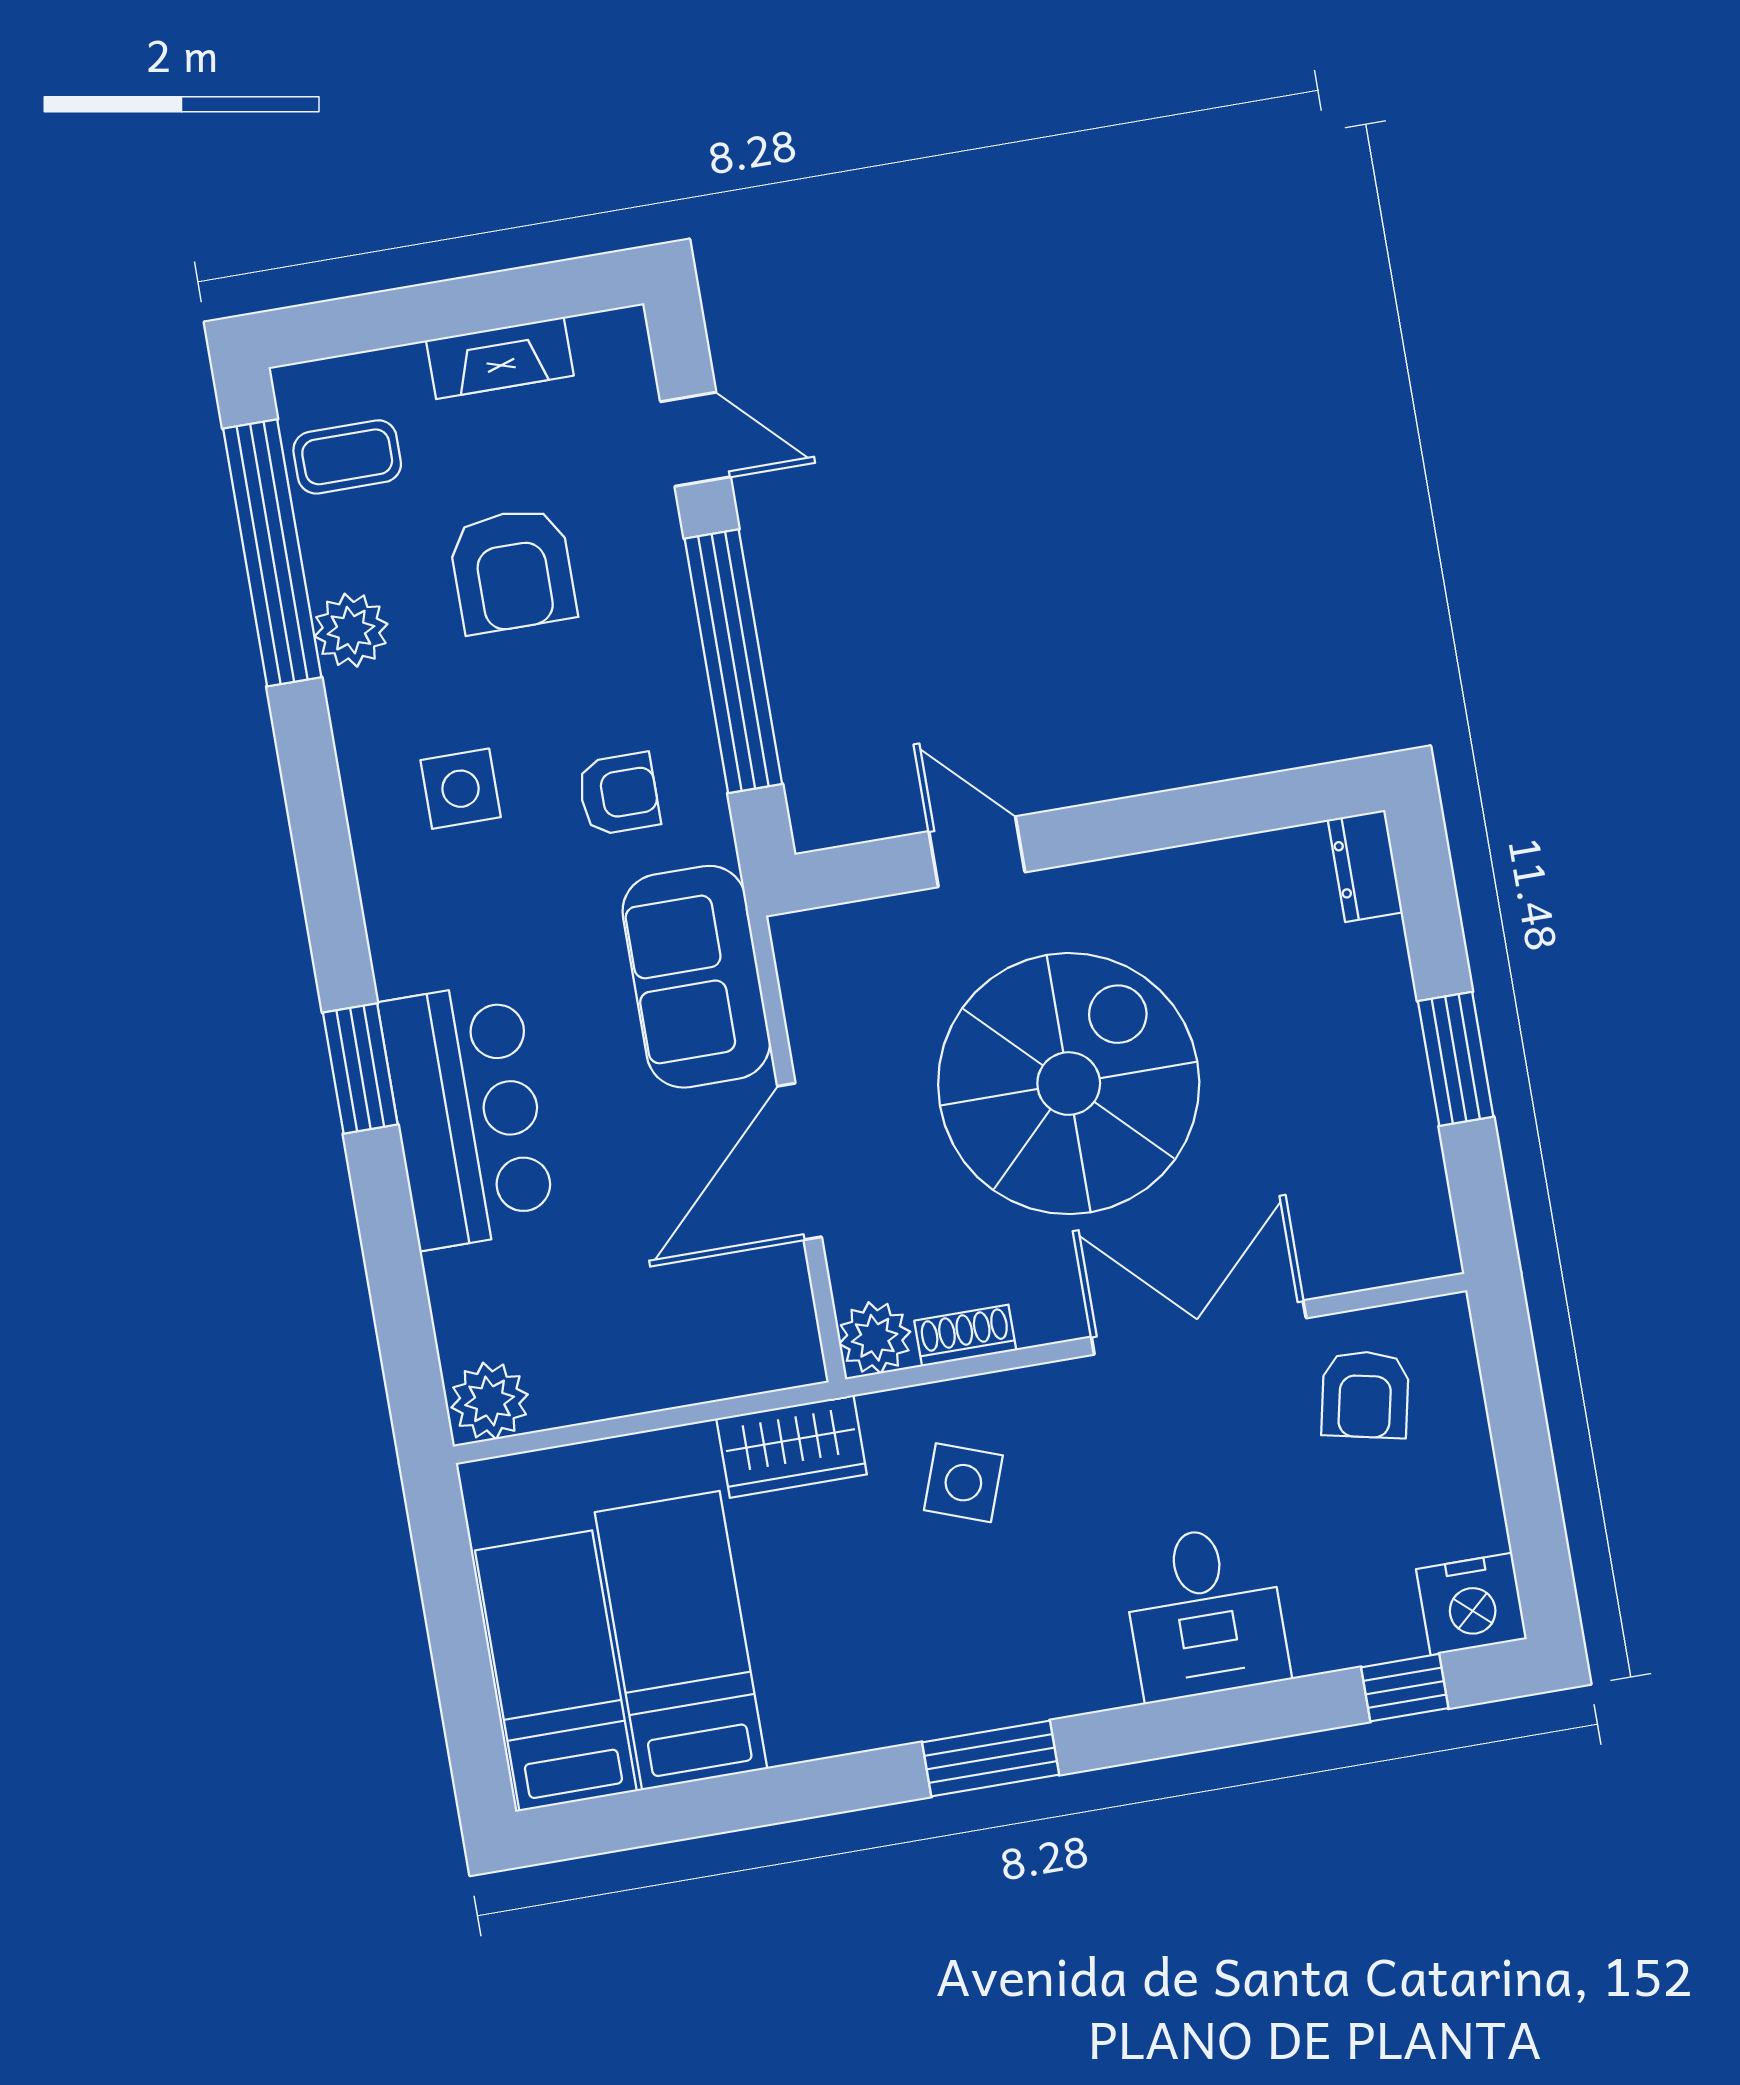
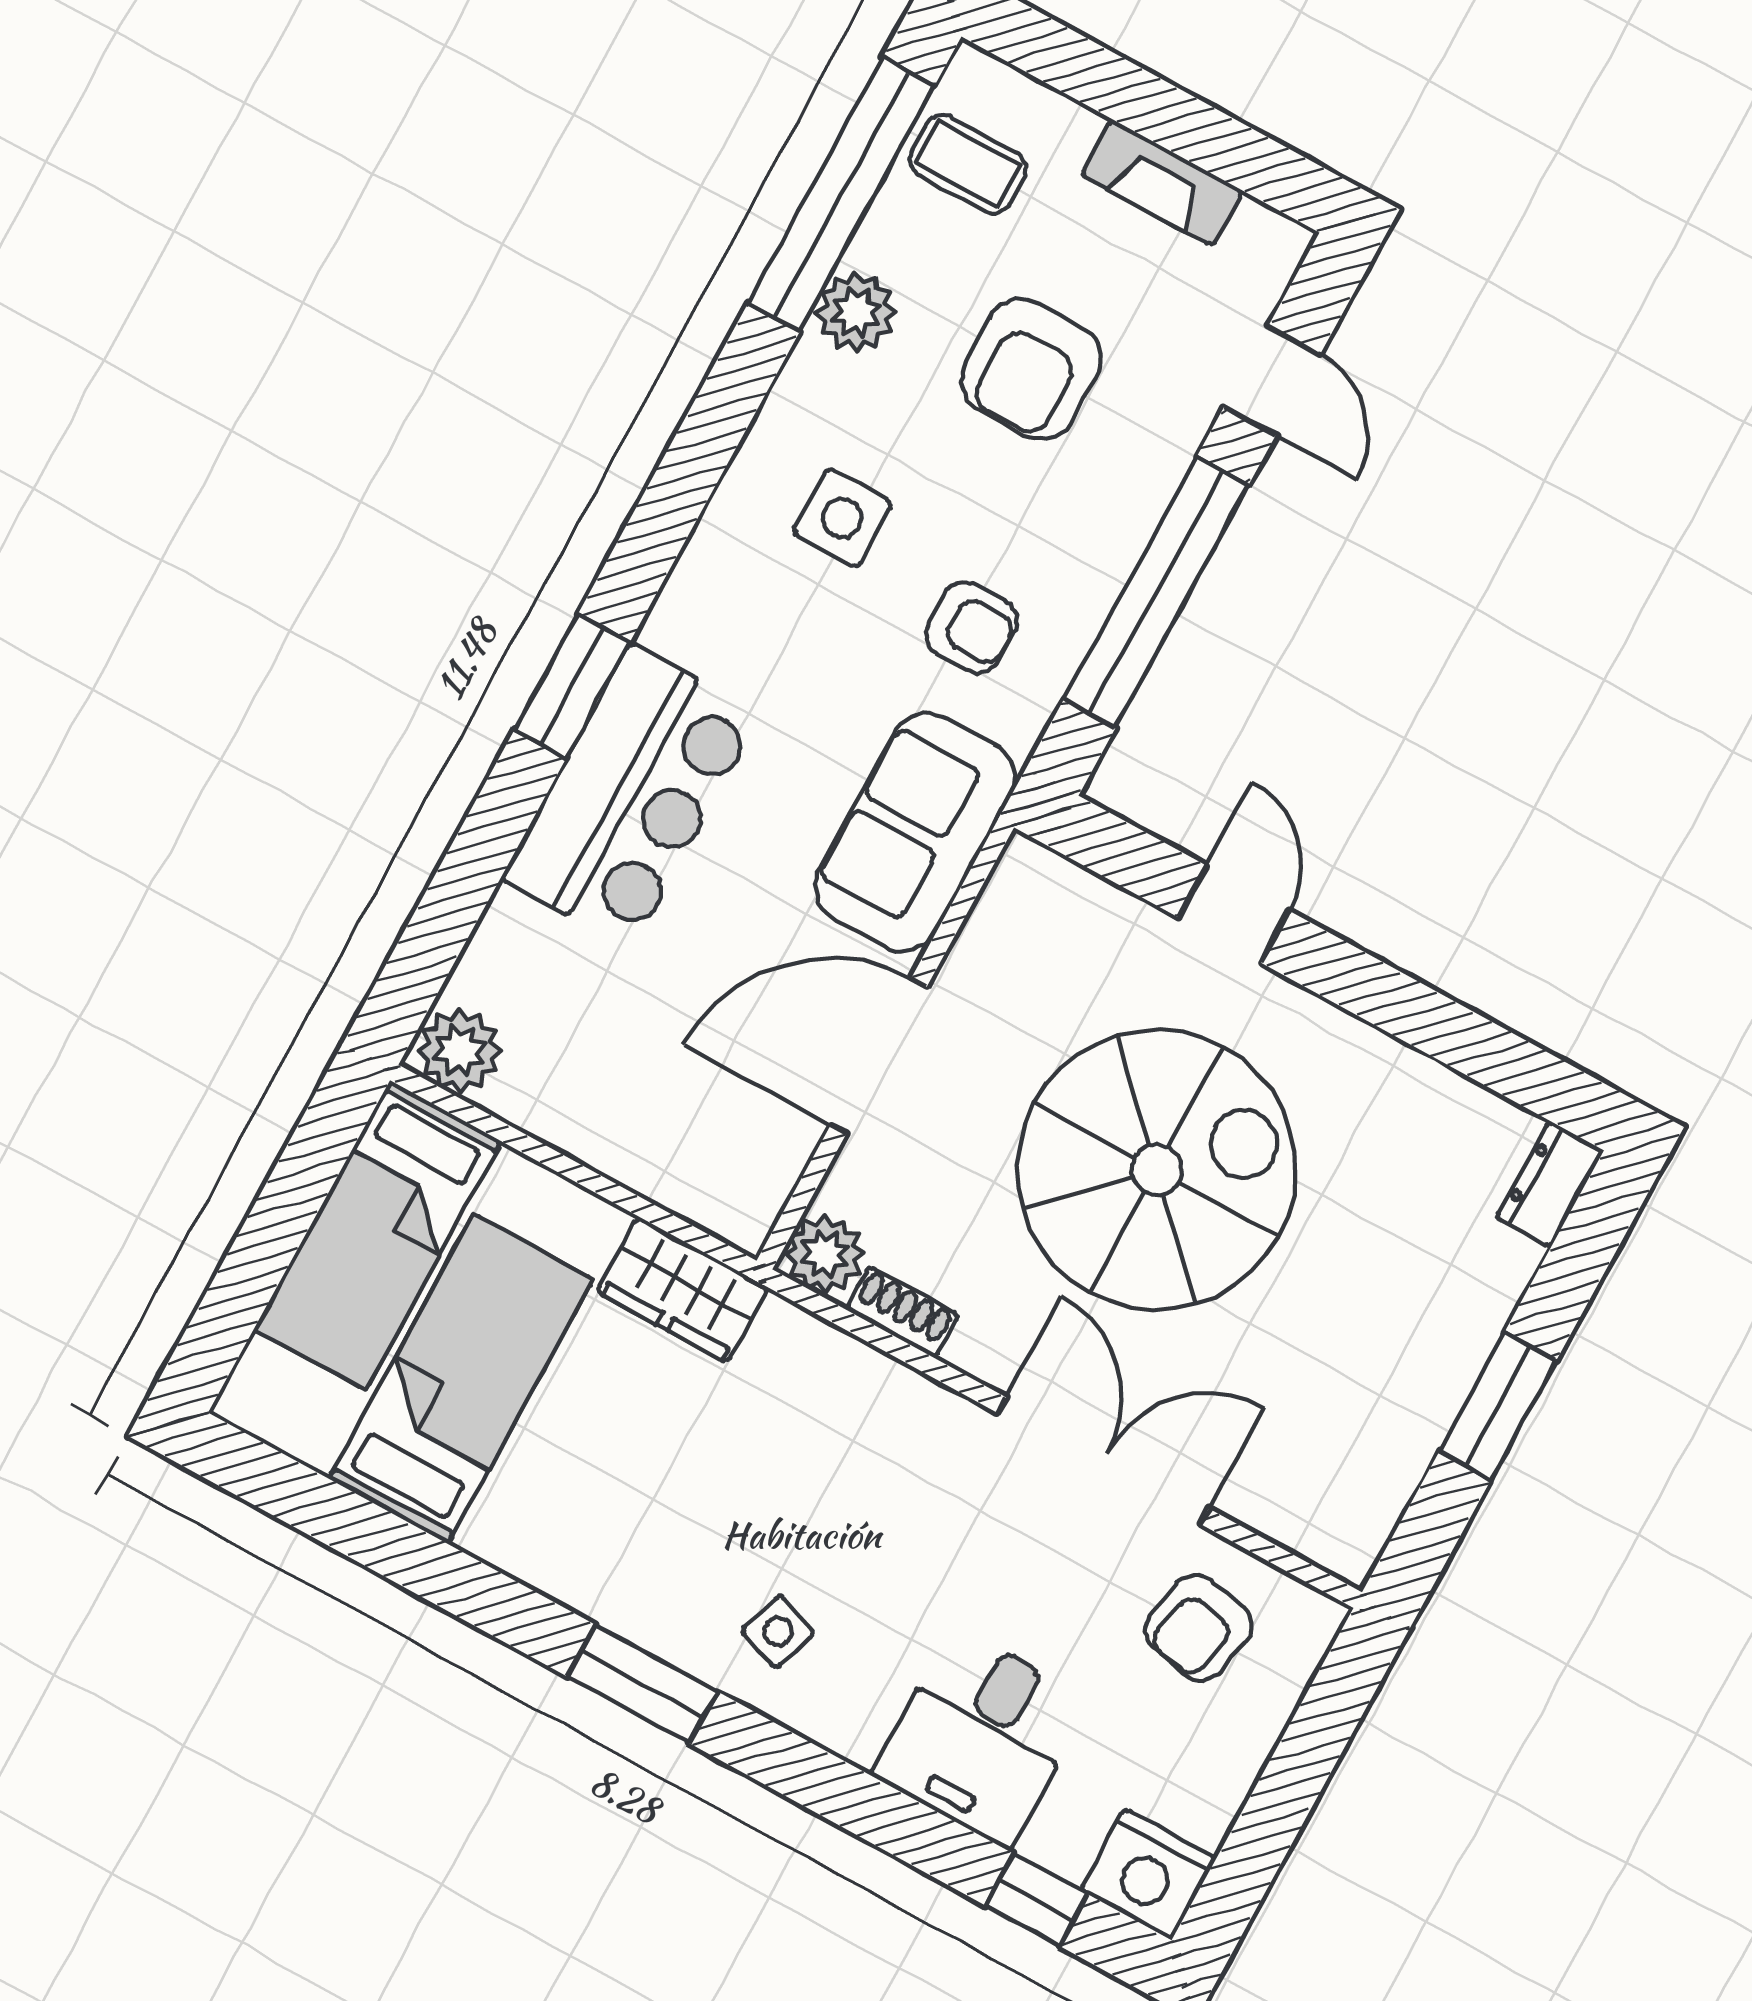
side table: (963, 1483) -> (778, 1631), moved, width x0.73, depth x0.73
desk: (1205, 1612) -> (981, 1738), moved
bed: (556, 1671) -> (378, 1235), moved, turned 180

